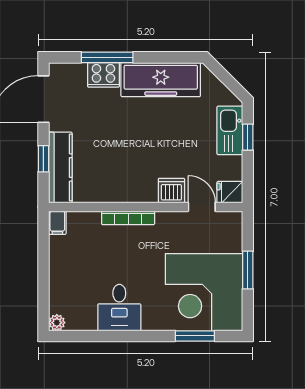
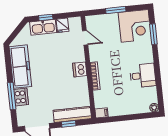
dishwasher: (171, 191) -> (80, 69), moved
fridge: (230, 192) -> (62, 25), moved
door: (202, 207) -> (85, 38), swing flipped
corner desk: (204, 292) -> (135, 26), width x0.74, depth x0.74

